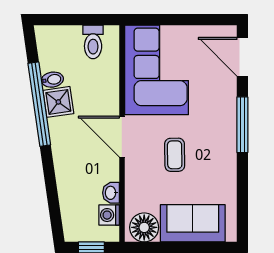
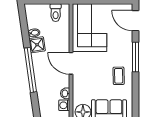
window: (39, 104) -> (30, 70), moved
coffee table: (175, 155) -> (119, 76), moved

